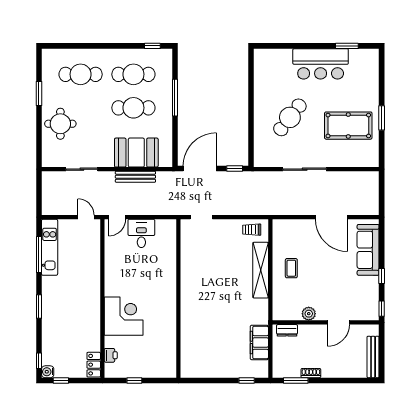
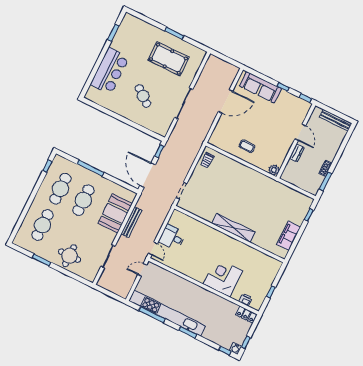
bar counter: (321, 64) -> (110, 71), moved
cafe table: (290, 117) -> (143, 96), width x0.73, depth x0.74
pool table: (348, 126) -> (168, 59), turned 90
kitchen unit: (50, 247) -> (167, 313), width x1.86
shelving: (261, 270) -> (233, 228), moved
plant: (309, 314) -> (274, 170), moved
dresser: (287, 330) -> (297, 153), moved
filing cabinet: (259, 342) -> (289, 236), moved, turned 90

